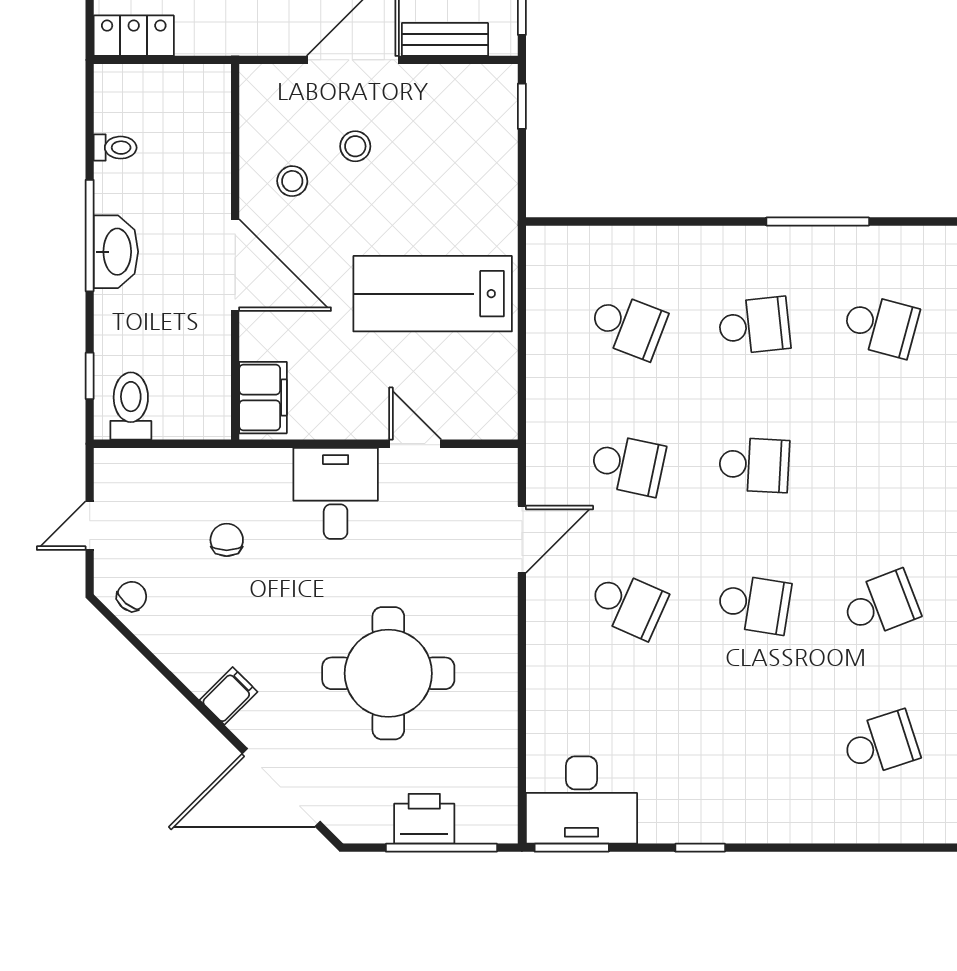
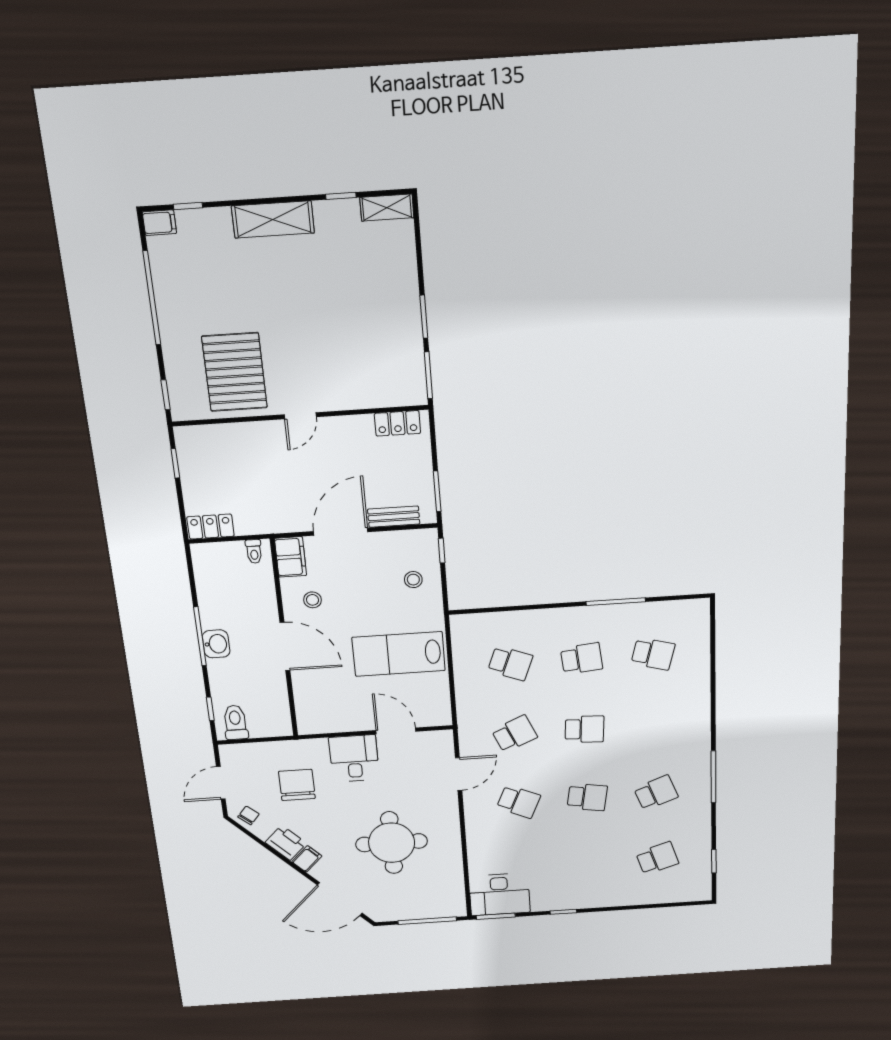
stool: (355, 146) -> (413, 580), moved
toilet: (115, 148) -> (254, 551), moved, turned 90
washbasin: (116, 252) -> (216, 644), width x0.72
filing cabinet: (263, 398) -> (291, 557), moved
door: (415, 444) -> (396, 731), width x1.37
school desk: (628, 465) -> (514, 734), turned -36
door: (90, 525) -> (221, 783), width x1.38
chair: (227, 540) -> (297, 785), width x1.87, depth x1.87
printer: (424, 819) -> (286, 843), moved, turned 45

